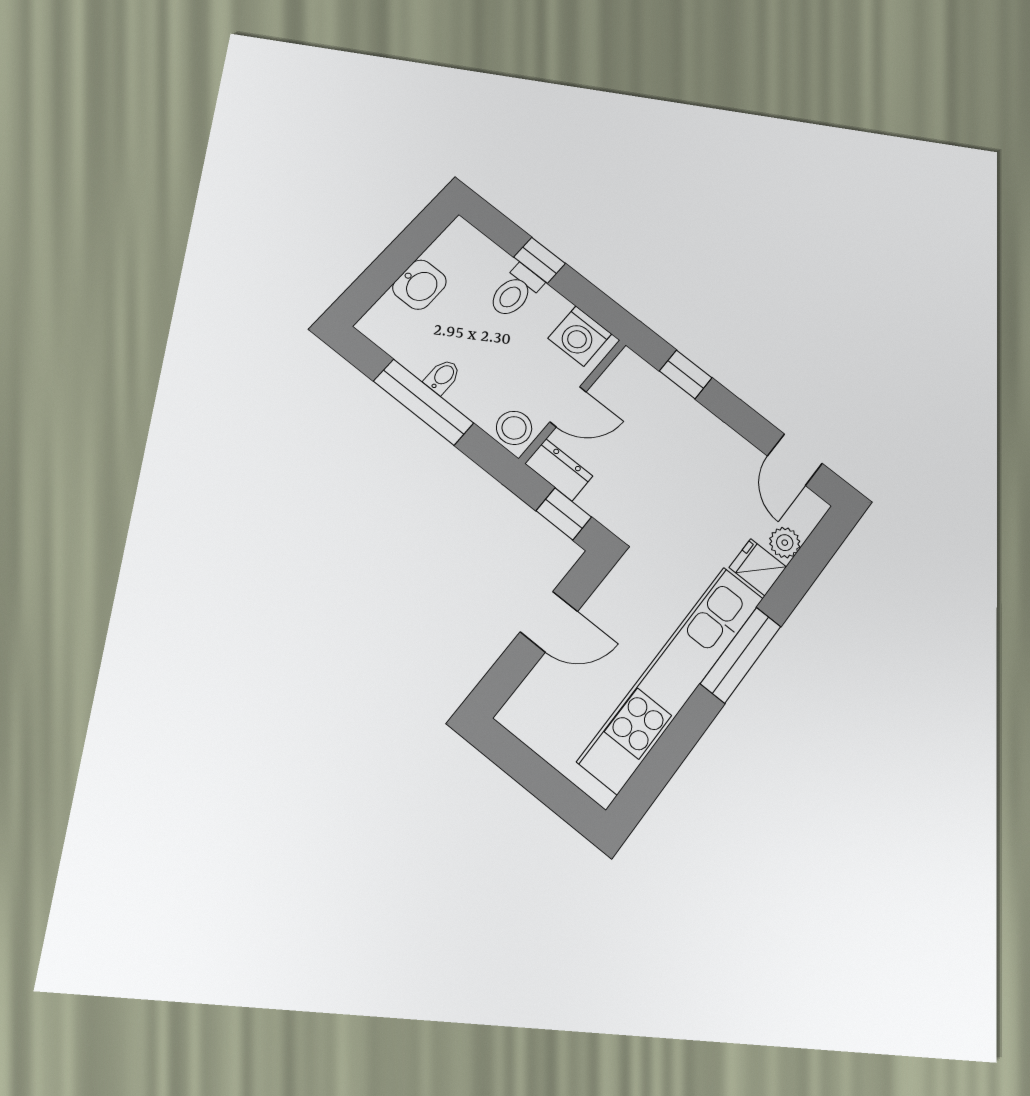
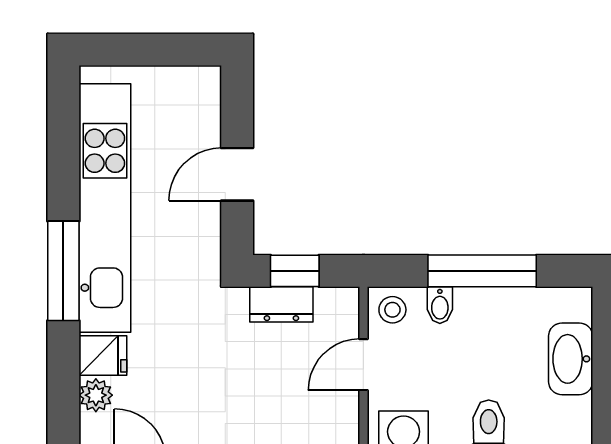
washbasin: (420, 285) -> (571, 359), width x1.38
bidet: (443, 377) -> (440, 305), moved
stool: (514, 428) -> (392, 310), width x0.73, depth x0.73
dresser: (559, 470) -> (281, 304), moved

